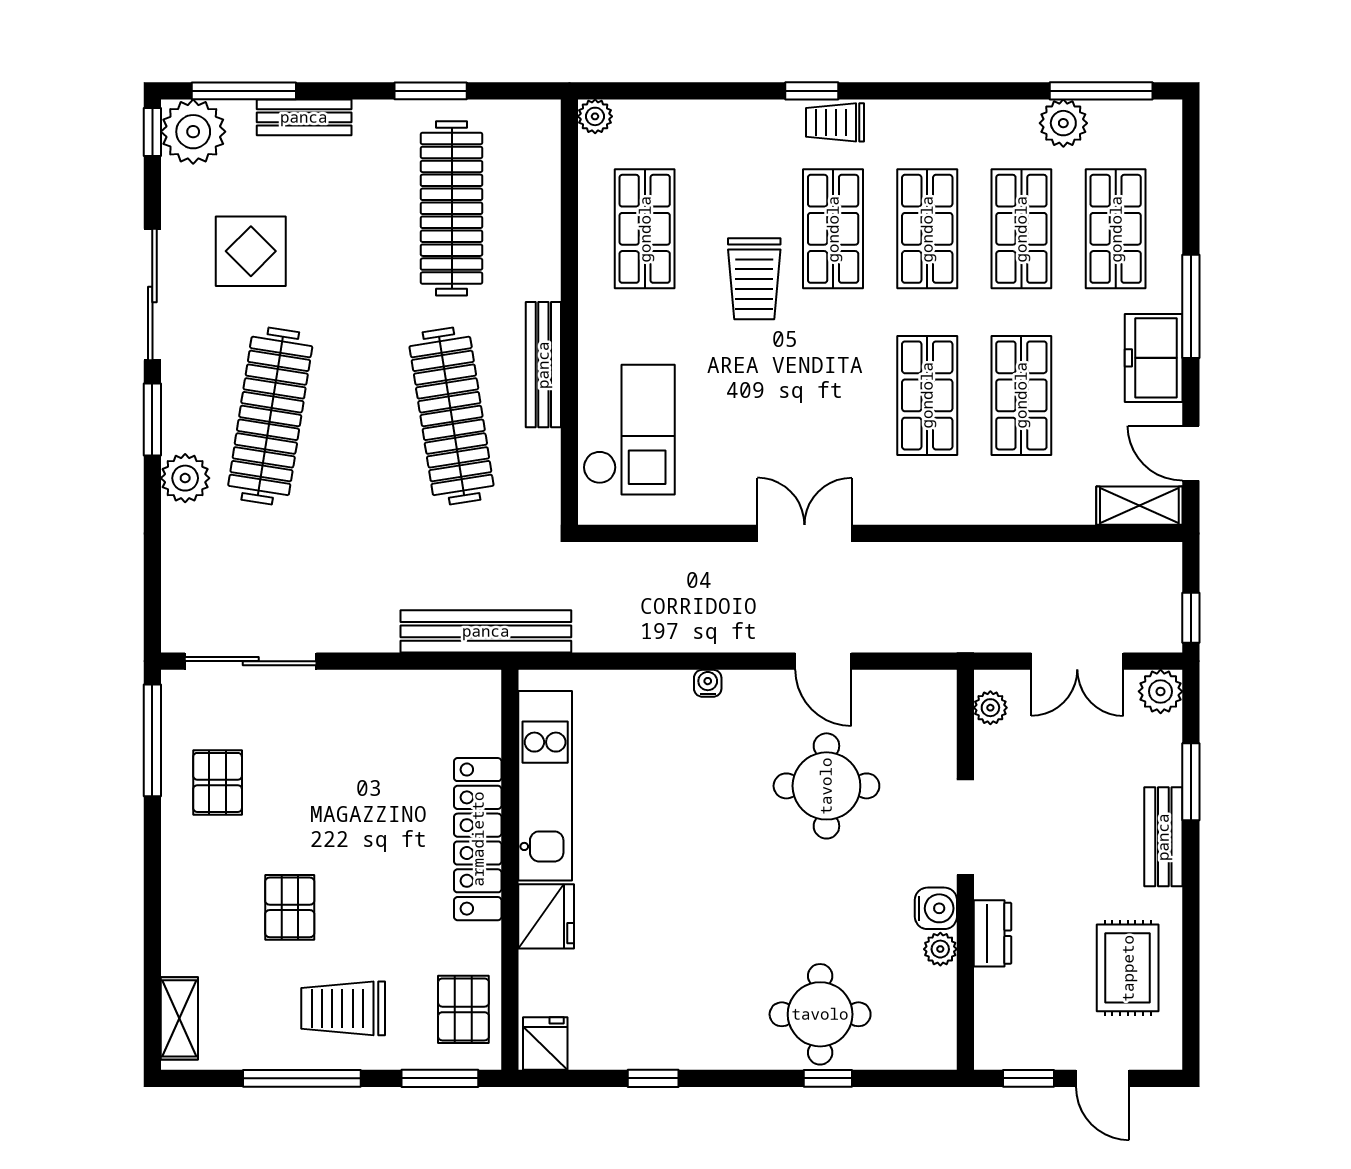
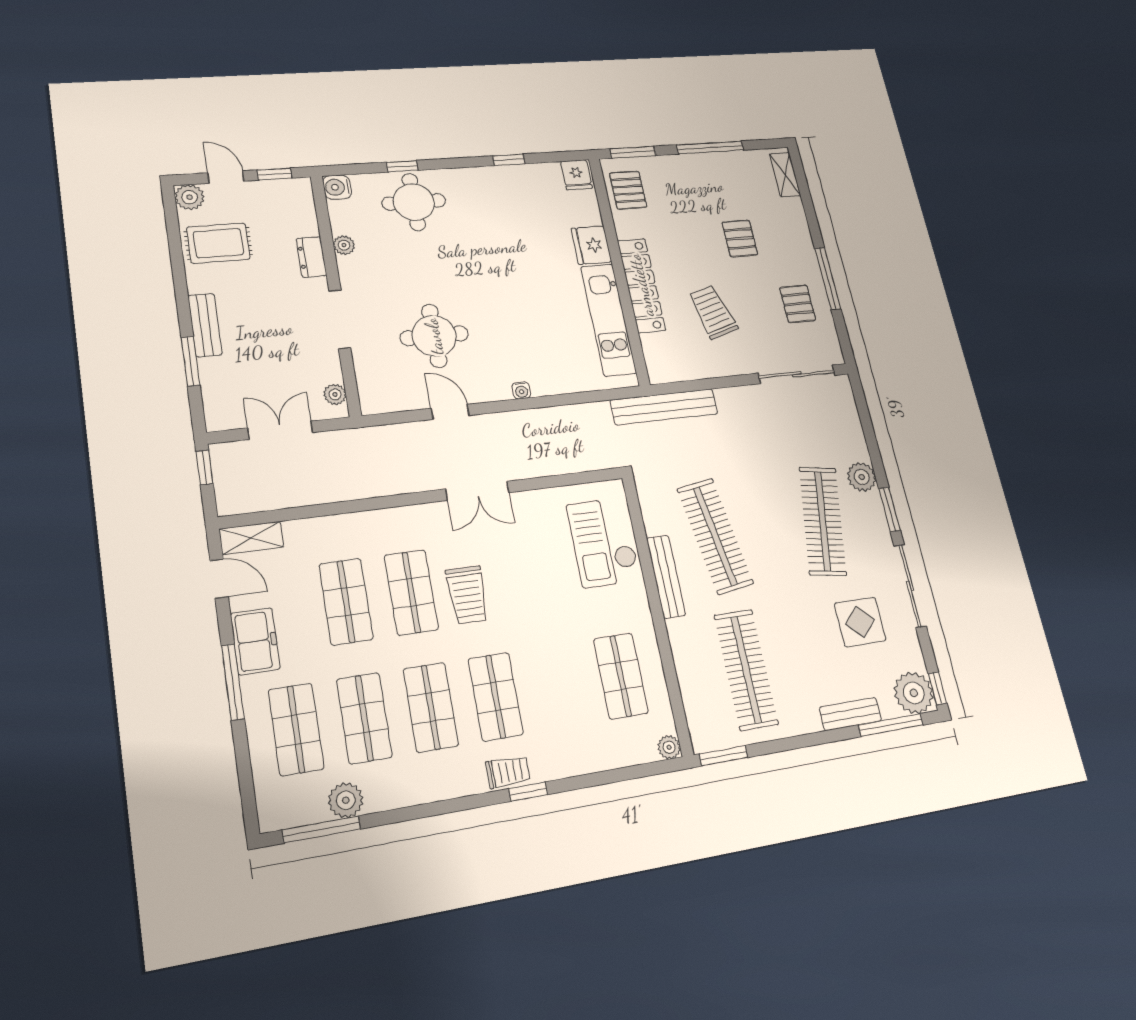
window: (431, 91) -> (724, 756), moved
trolley: (754, 279) -> (467, 595), moved, turned 180
plant: (1161, 691) -> (190, 197), moved
window: (152, 740) -> (828, 279), moved
water cooler: (936, 908) -> (337, 187), moved
rug: (1128, 968) -> (218, 243), turned 90
trolley: (343, 1008) -> (713, 312), moved, turned -106

